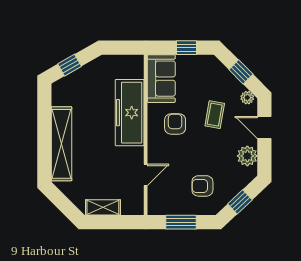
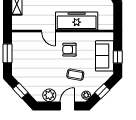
sofa: (161, 79) -> (105, 56), moved, turned 90
armchair: (175, 124) -> (69, 50), turned 180
door: (146, 175) -> (48, 31), moved
armchair: (202, 186) -> (30, 67), removed

